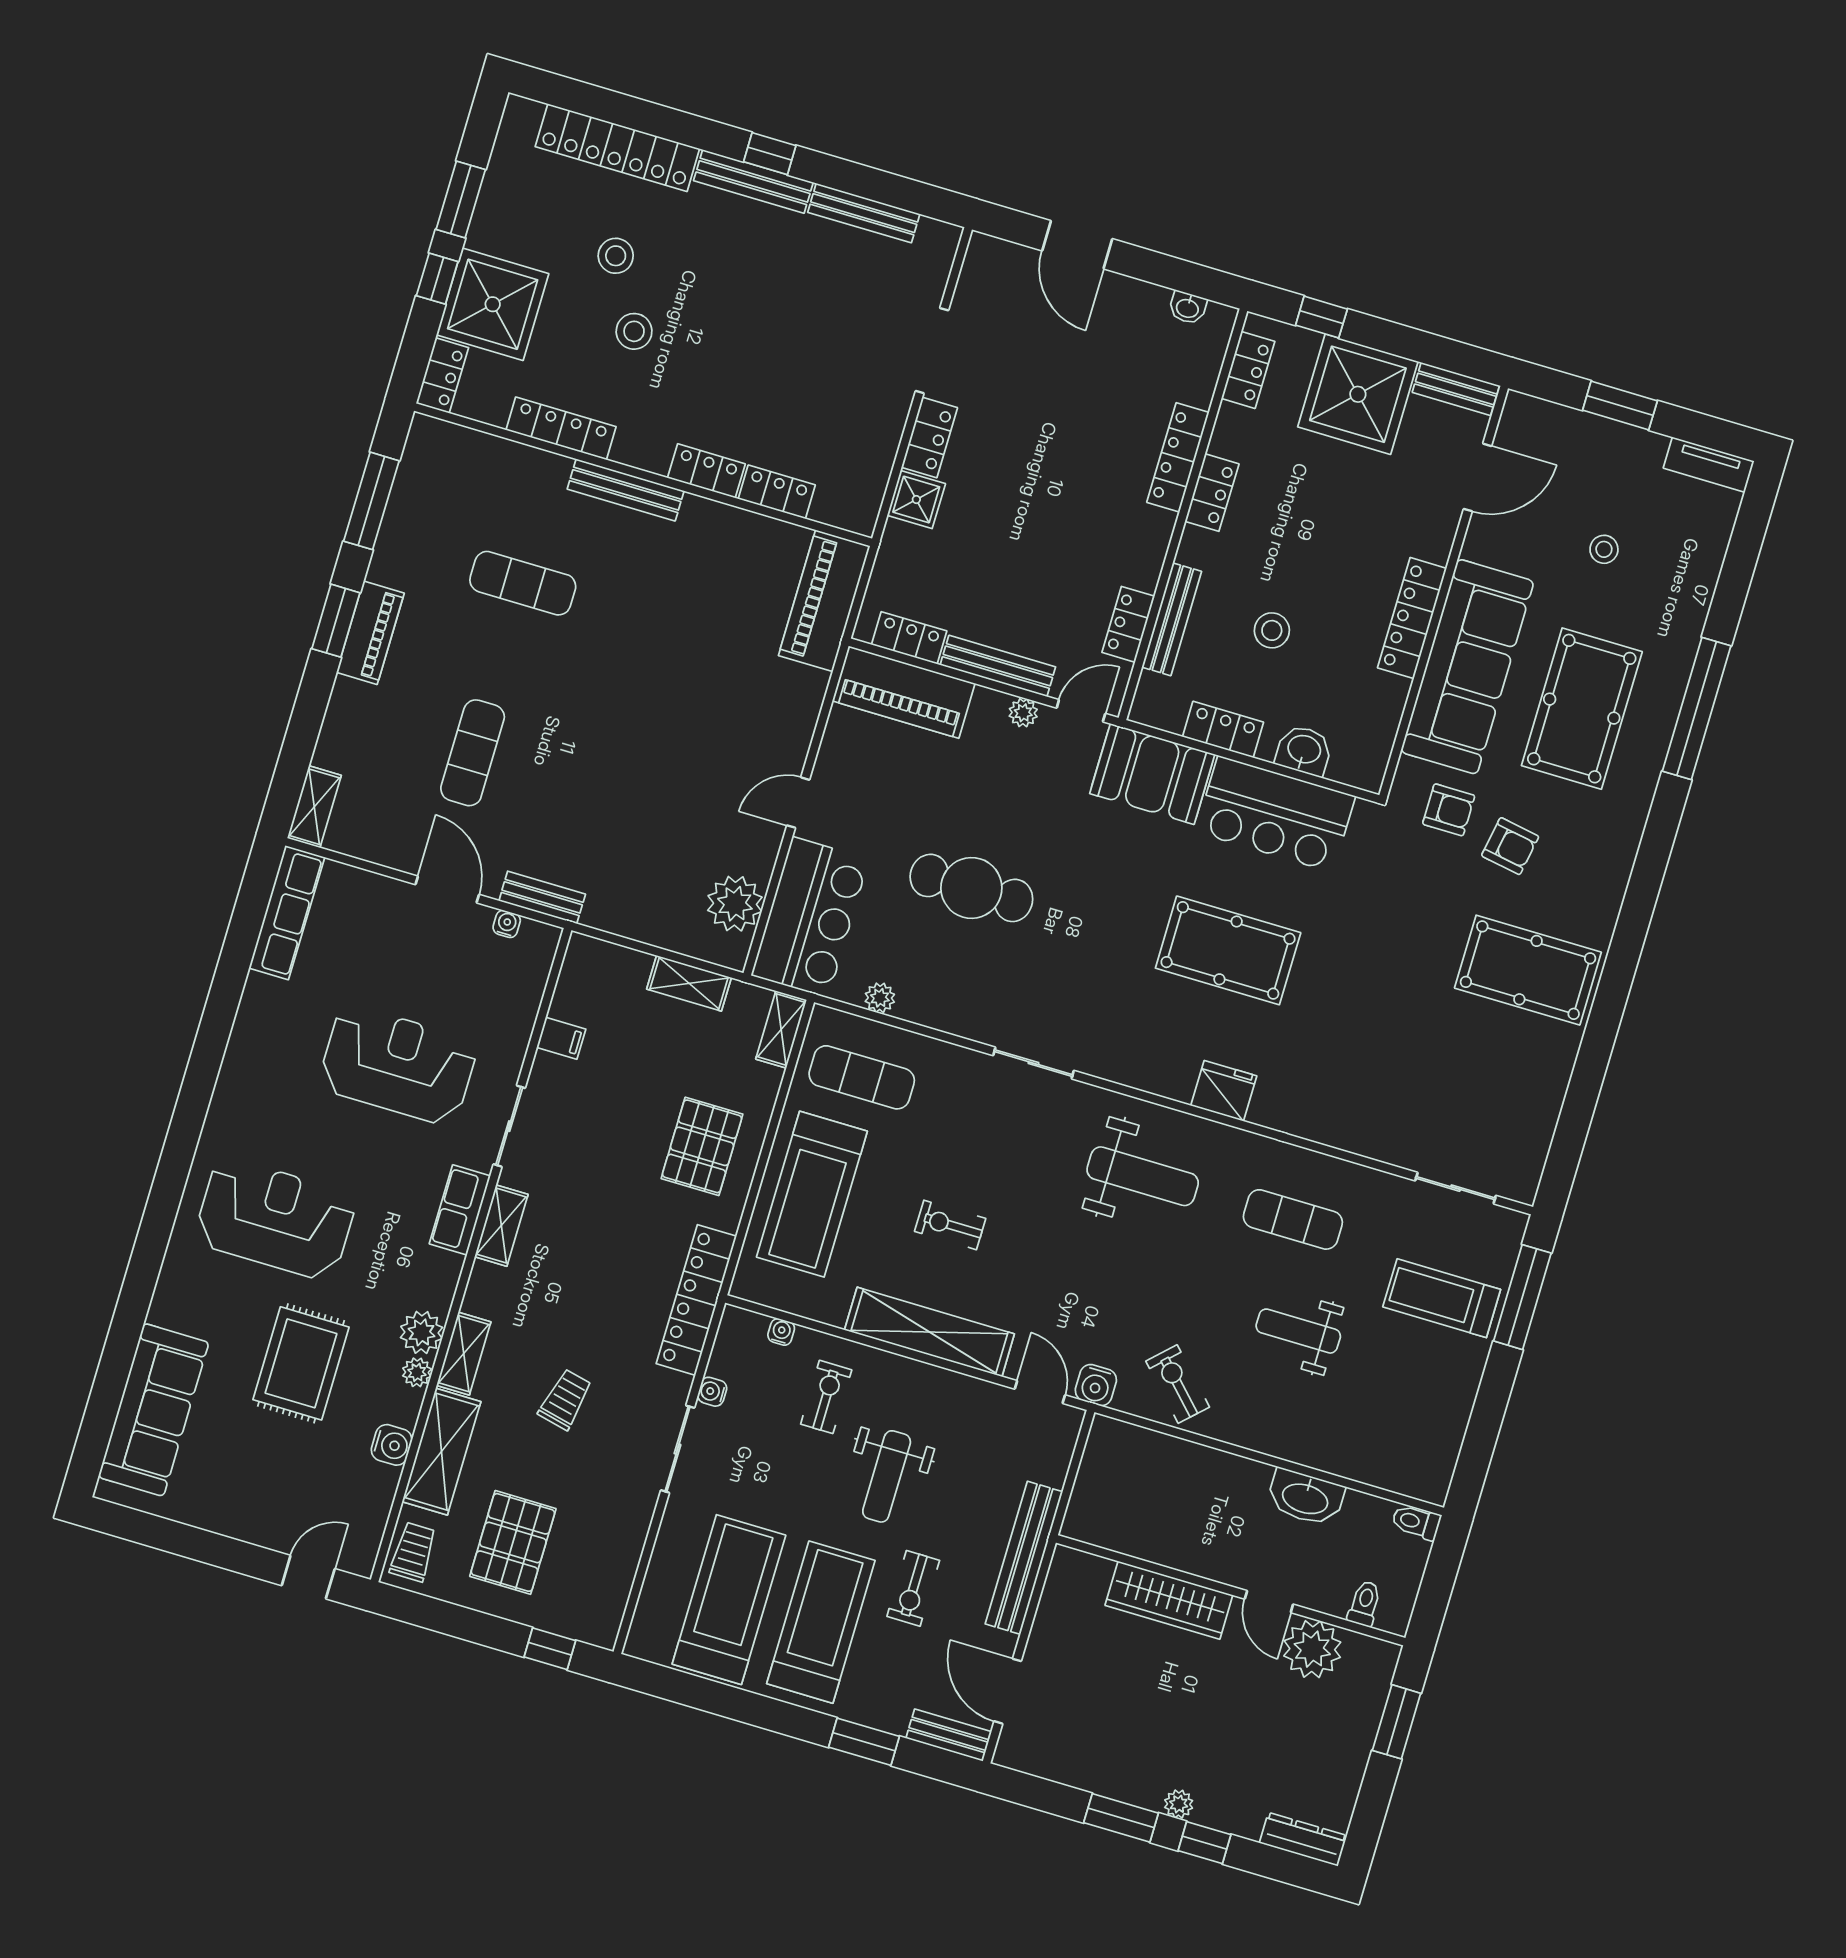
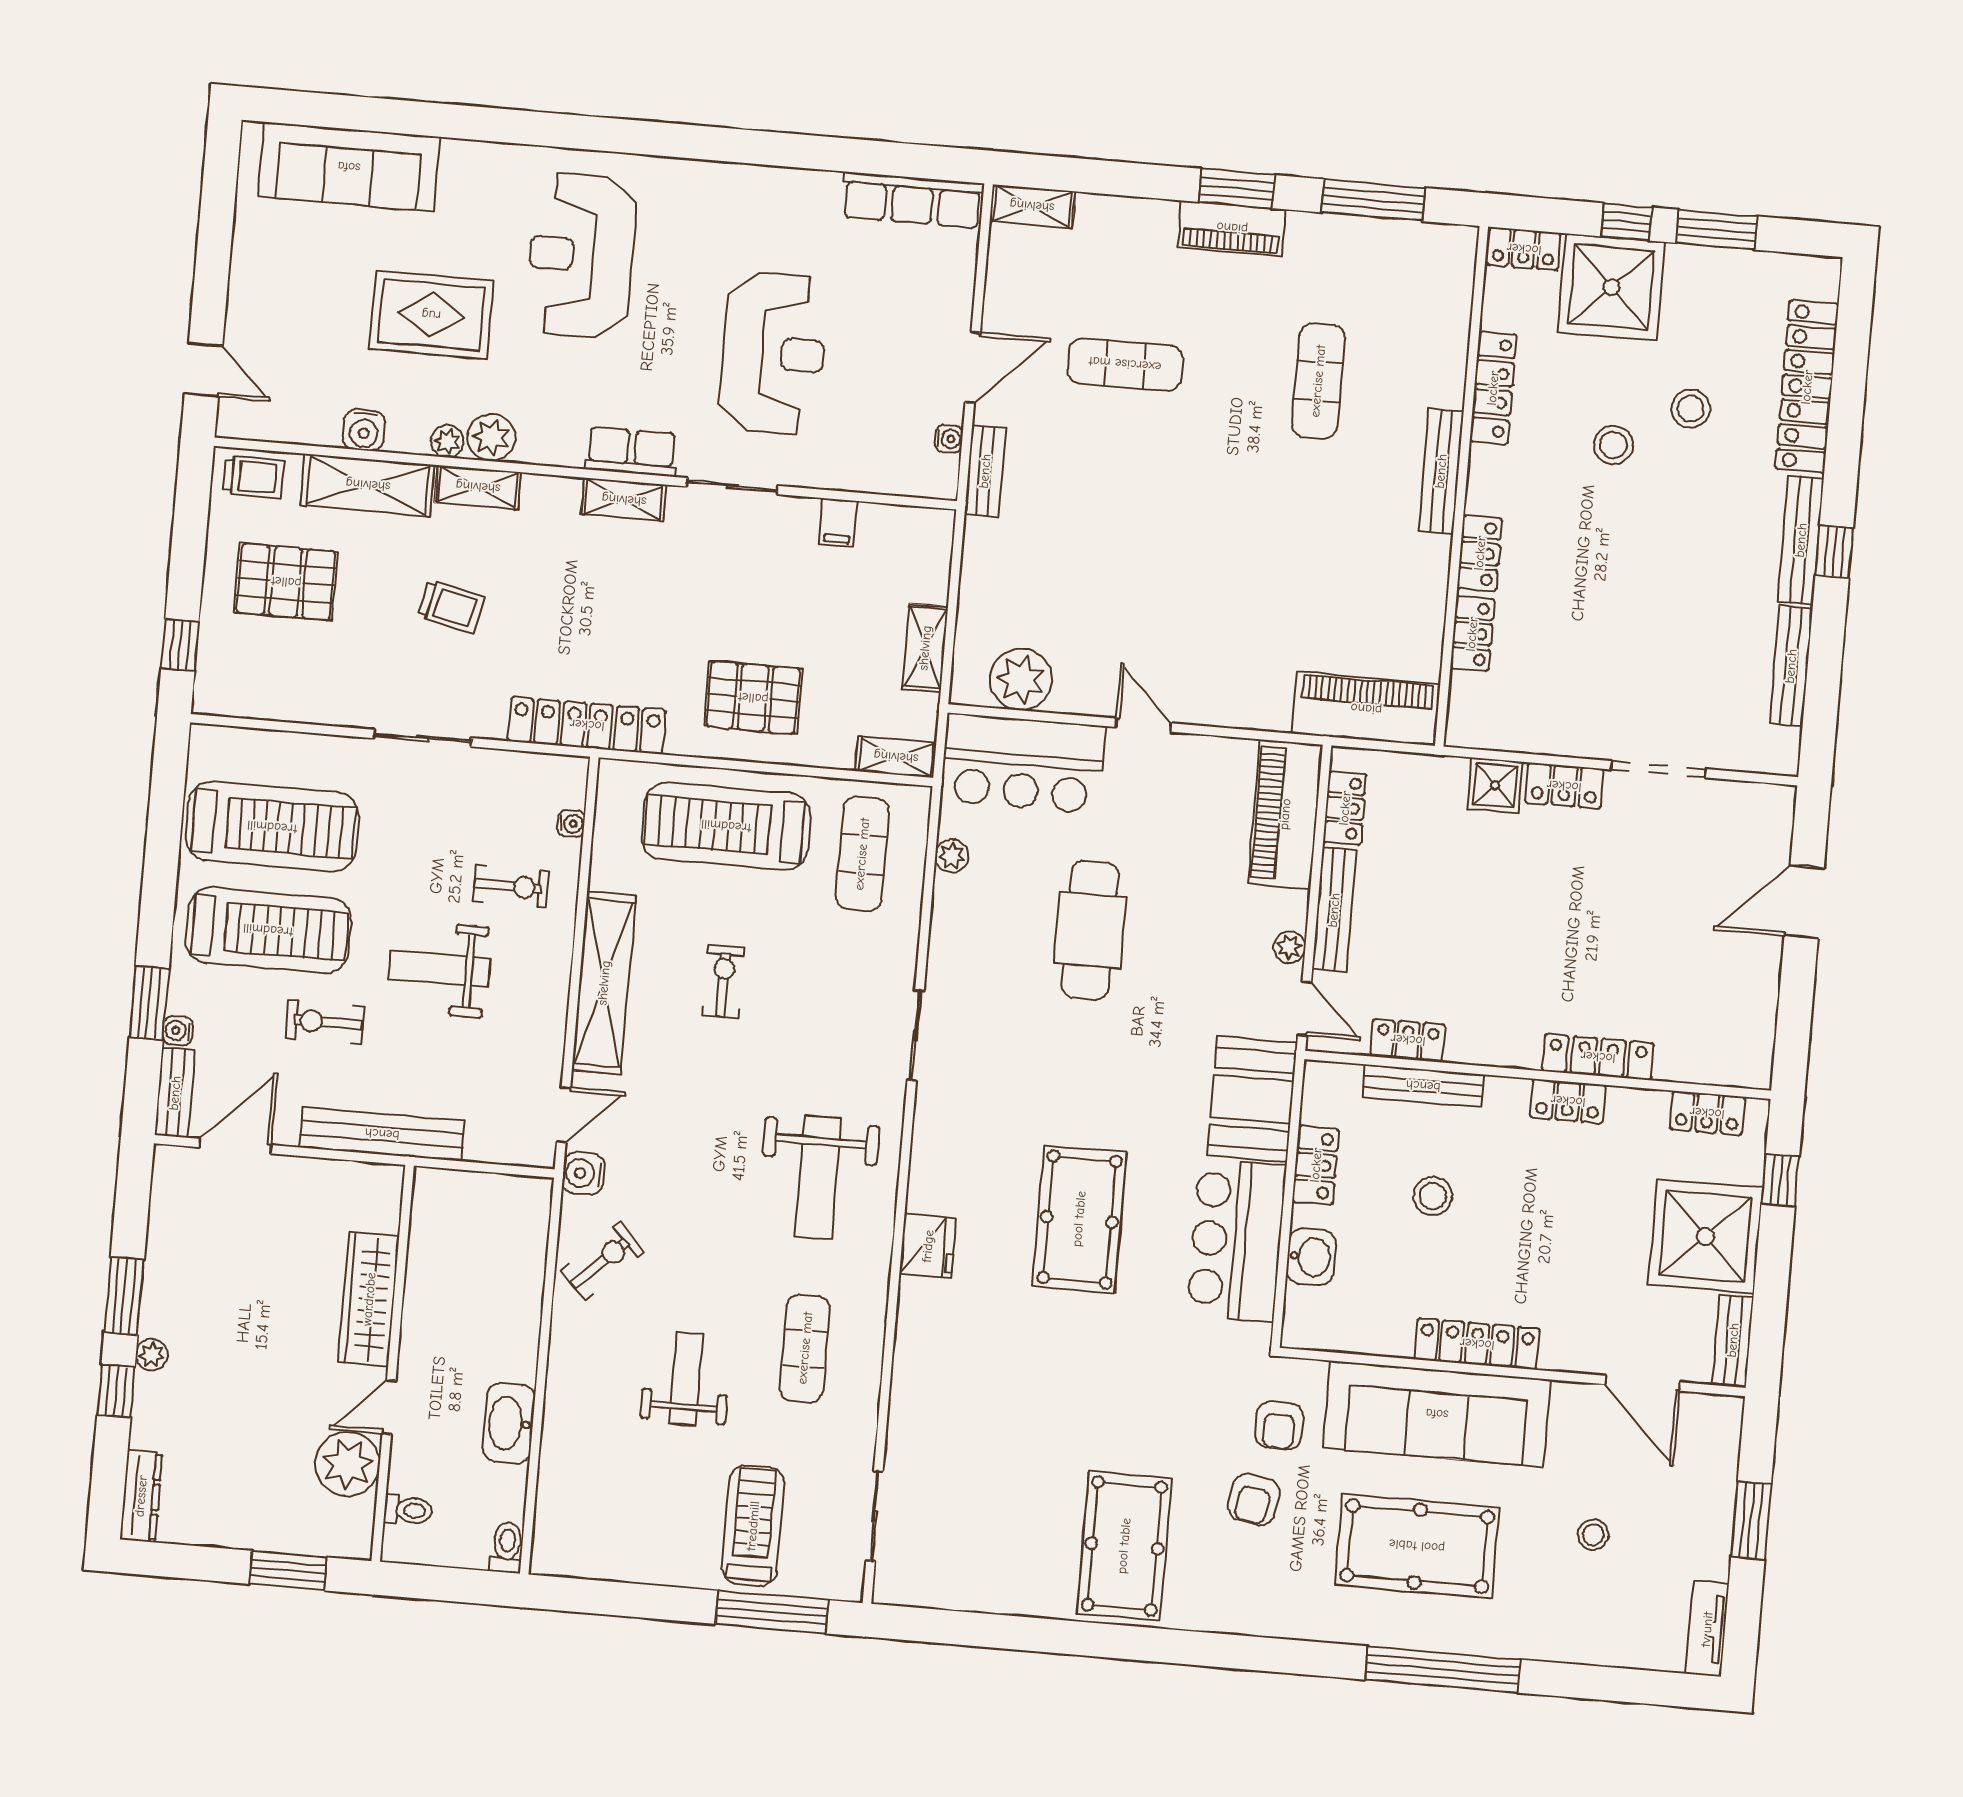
washbasin: (1188, 308) -> (1761, 1034), removed
reception desk: (275, 1219) -> (581, 255), turned 180
water cooler: (712, 1392) -> (178, 1031), moved, turned -90

